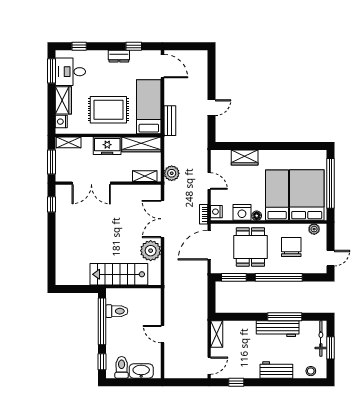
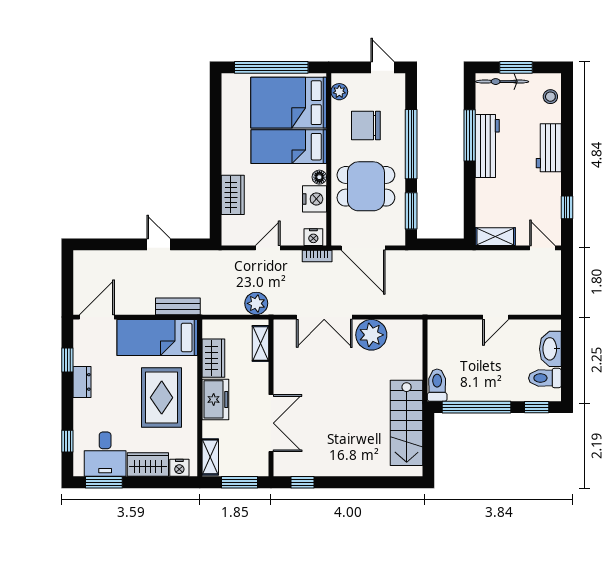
wardrobe: (141, 144) -> (213, 358), width x0.67
stairs: (119, 274) -> (407, 423), moved
toilet: (117, 311) -> (437, 385), moved

